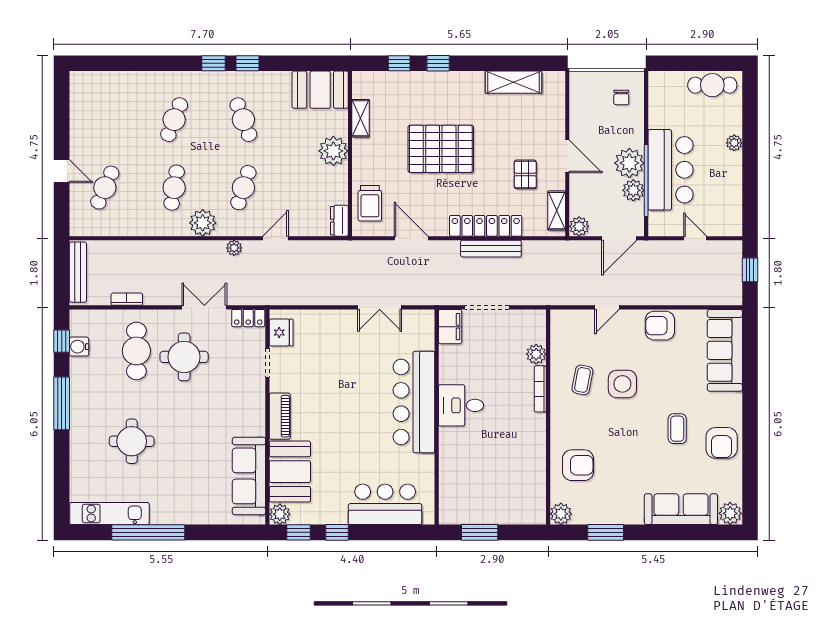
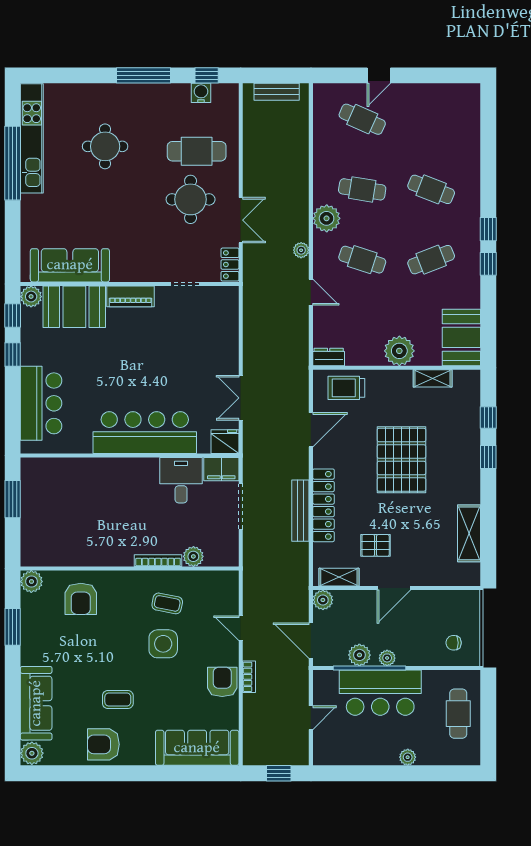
cafe table: (712, 85) -> (458, 714), moved
plant: (629, 163) -> (387, 658), width x0.53, depth x0.53
bench: (78, 272) -> (277, 92), width x0.73
bookcase: (127, 299) -> (249, 677), moved
fridge: (281, 332) -> (225, 442), moved, turned 180
desk: (461, 405) -> (181, 480), moved
kitchen unit: (109, 513) -> (32, 138), width x1.36

